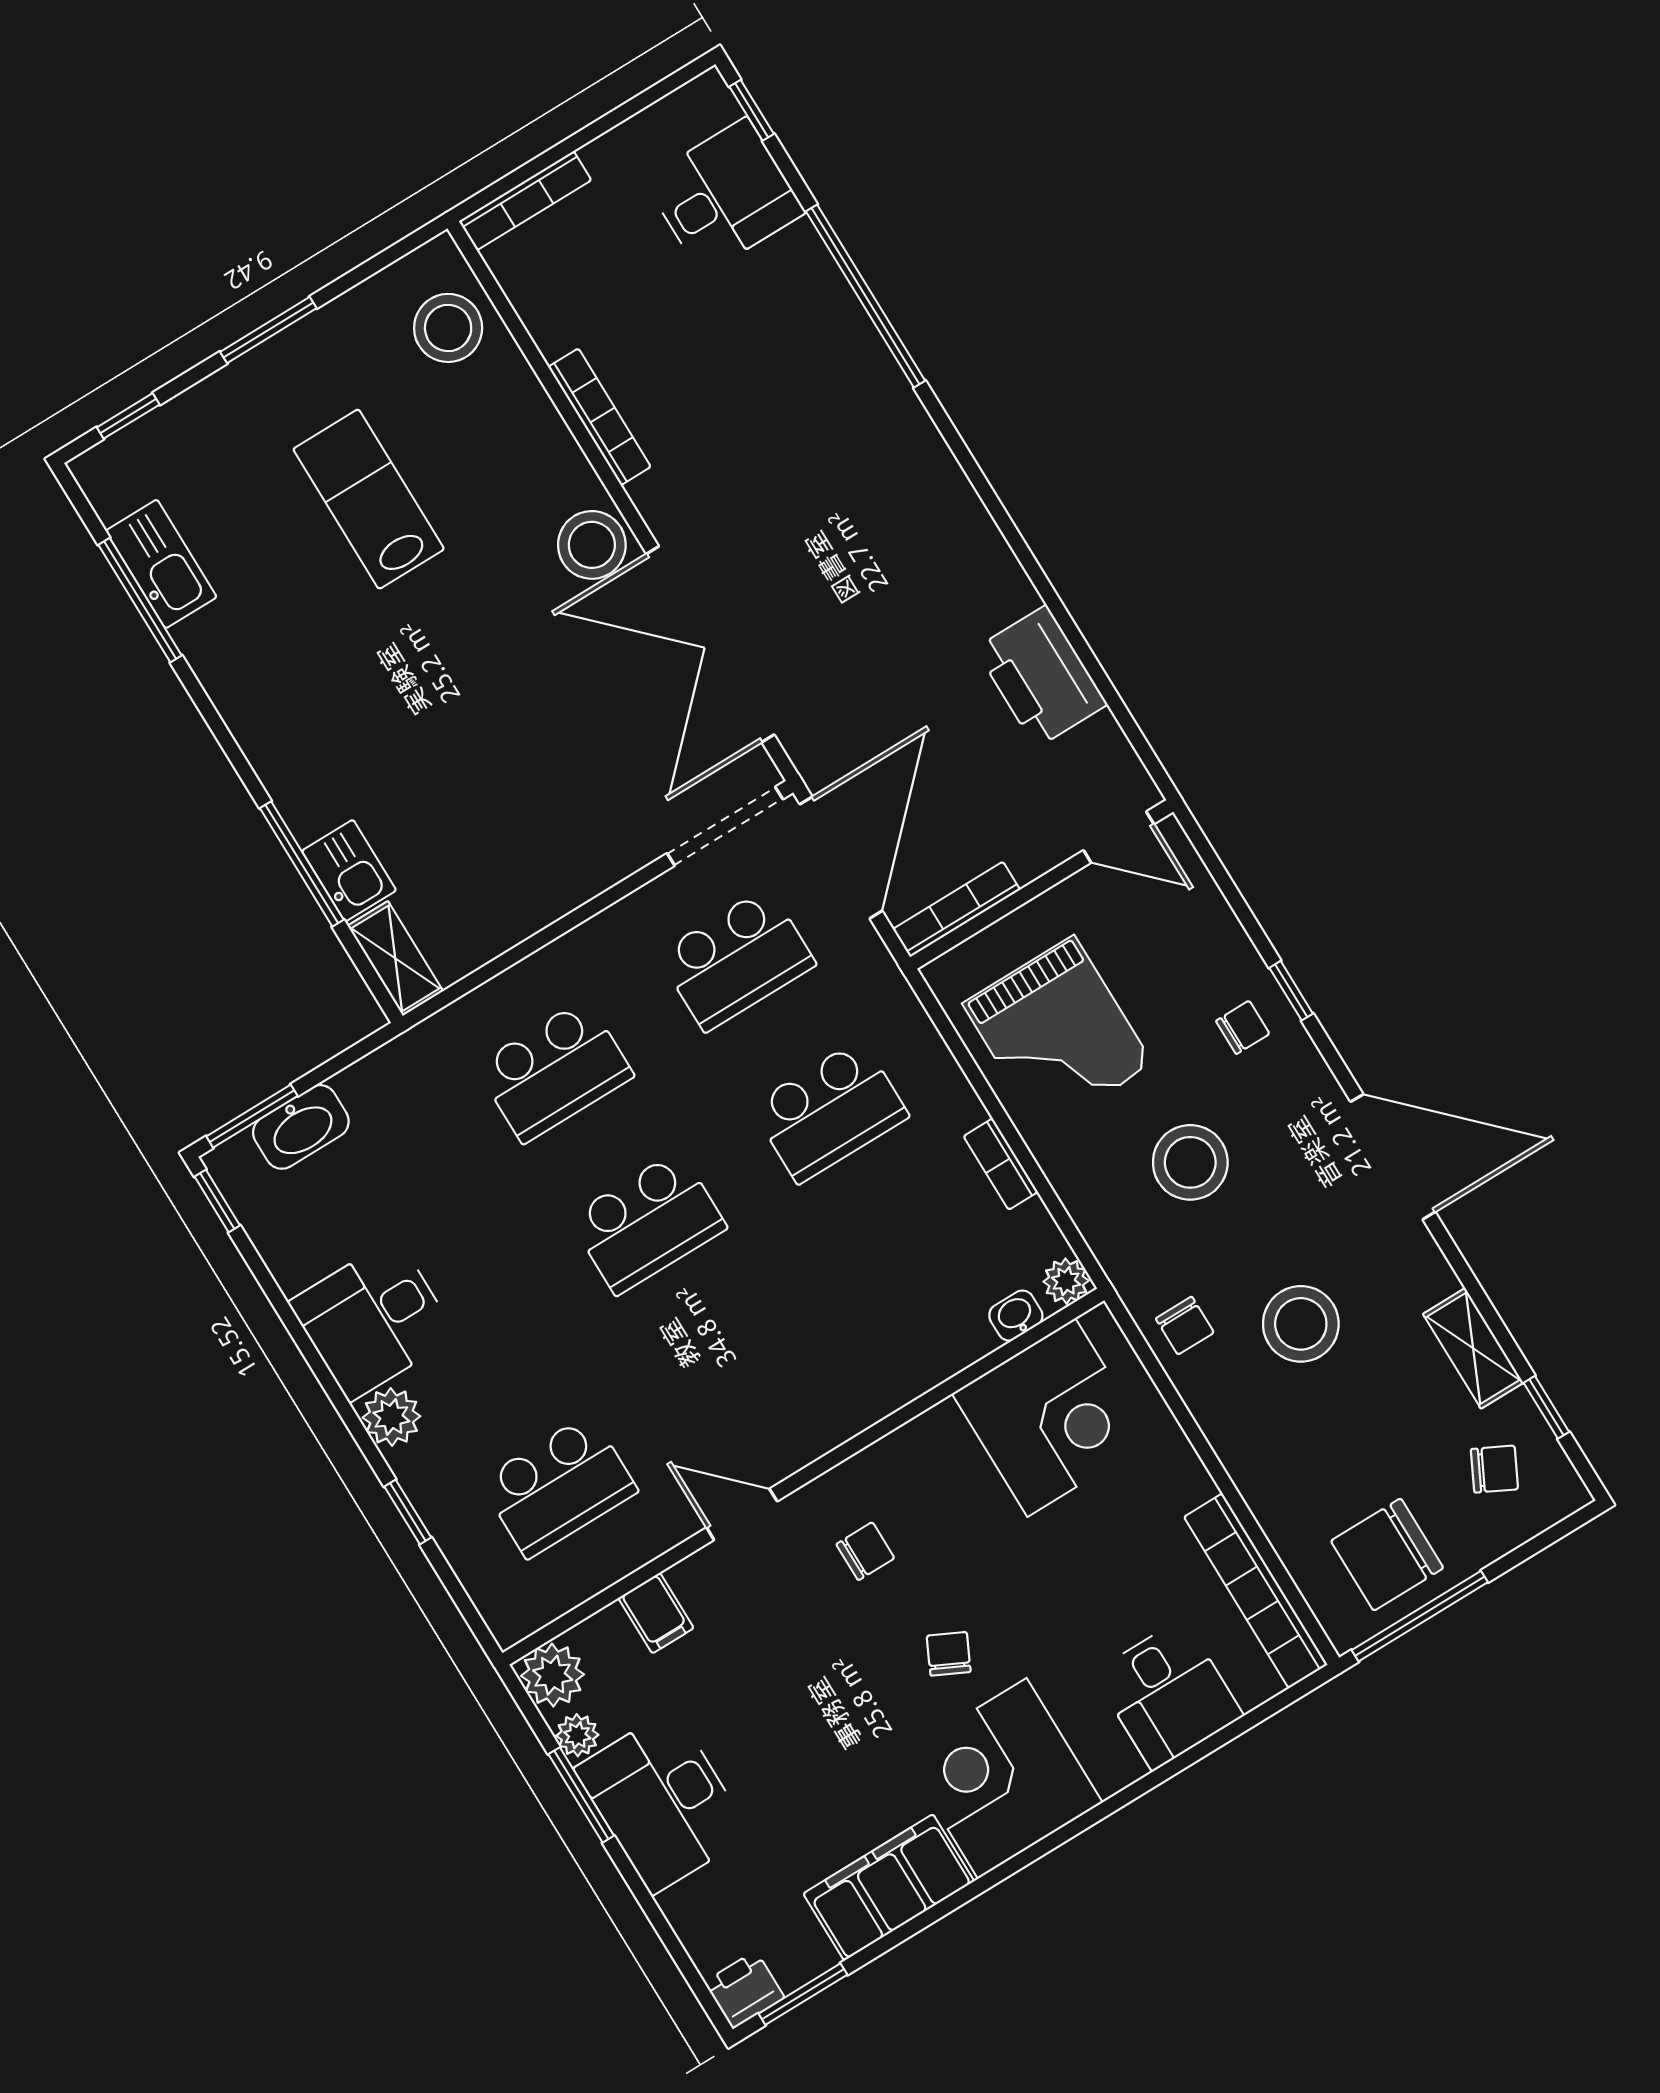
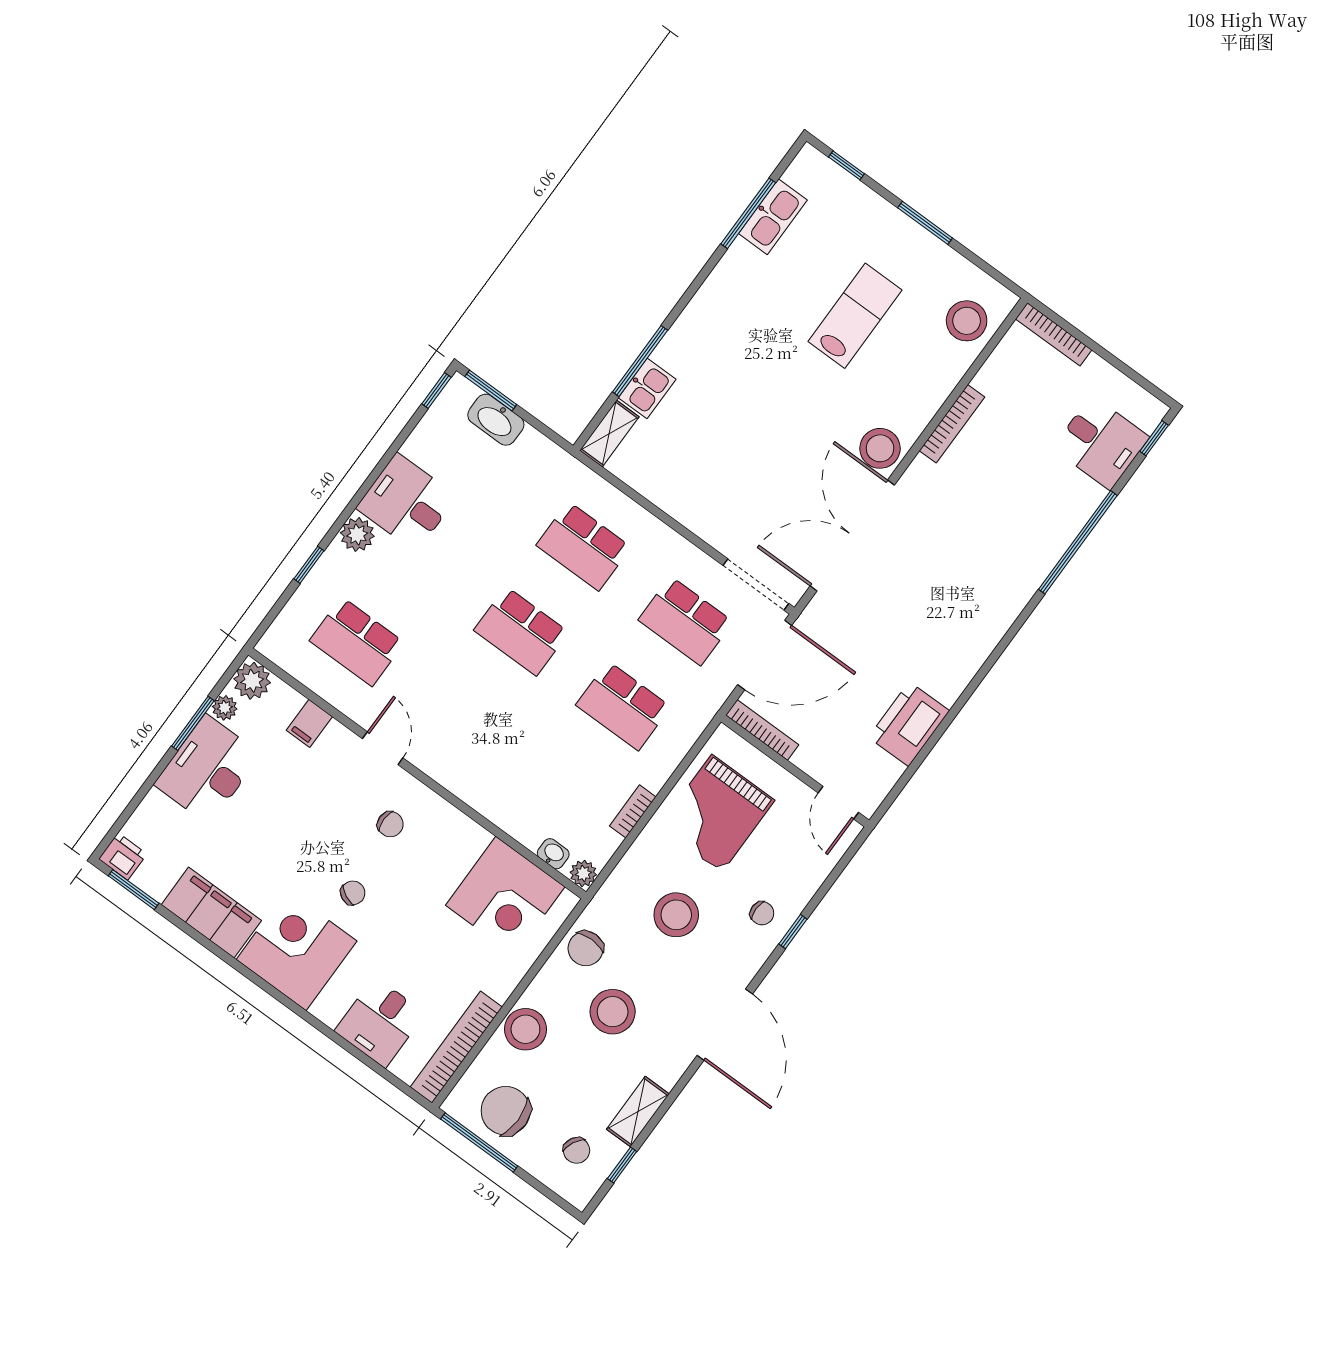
chair: (1185, 1326) -> (586, 948), width x1.37, depth x1.37
stool: (1272, 1471) -> (525, 1029), added

